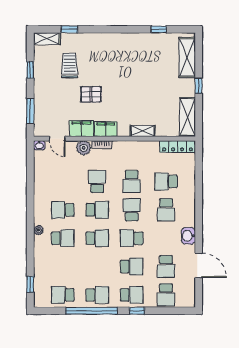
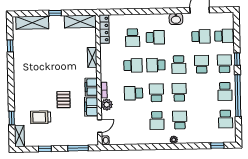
school desk: (97, 295) -> (225, 91), turned 180

